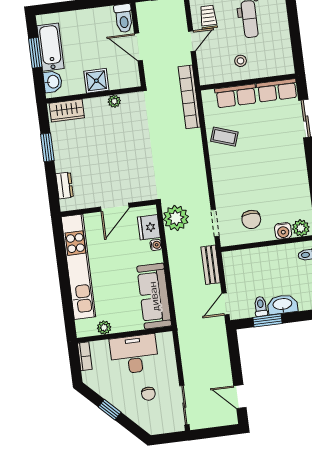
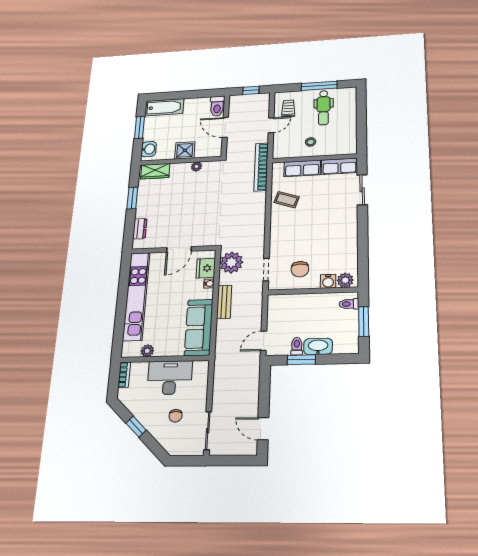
bathtub: (50, 47) -> (164, 107), moved, turned 90
bench: (211, 265) -> (224, 302), moved

